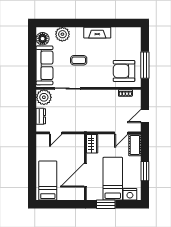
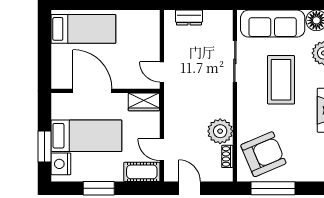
coffee table: (79, 60) -> (281, 80), width x1.86, depth x1.72
armchair: (124, 71) -> (263, 154), turned 67
plant: (44, 97) -> (220, 131), moved
door: (56, 133) -> (162, 72), moved
window: (106, 204) -> (44, 147), moved

